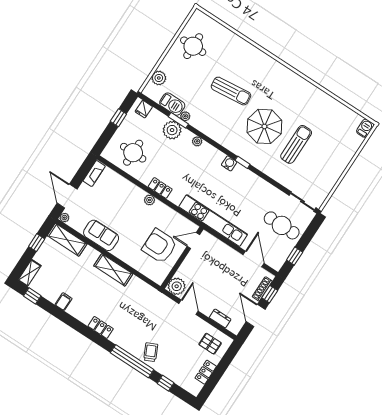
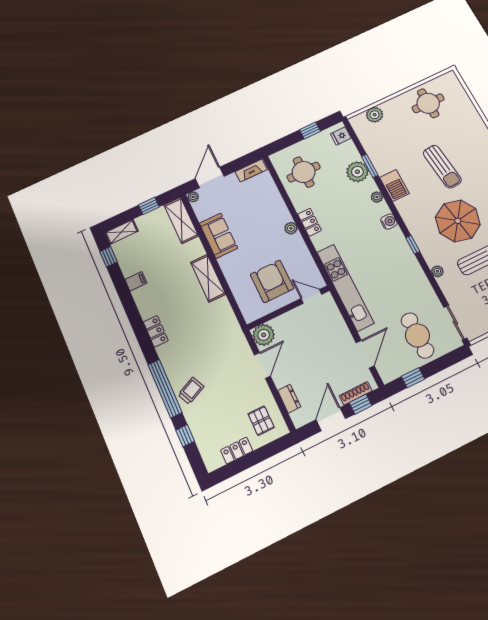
barbecue: (172, 104) -> (394, 185), moved
plant: (185, 116) -> (437, 271), moved
water cooler: (229, 163) -> (389, 222), moved

